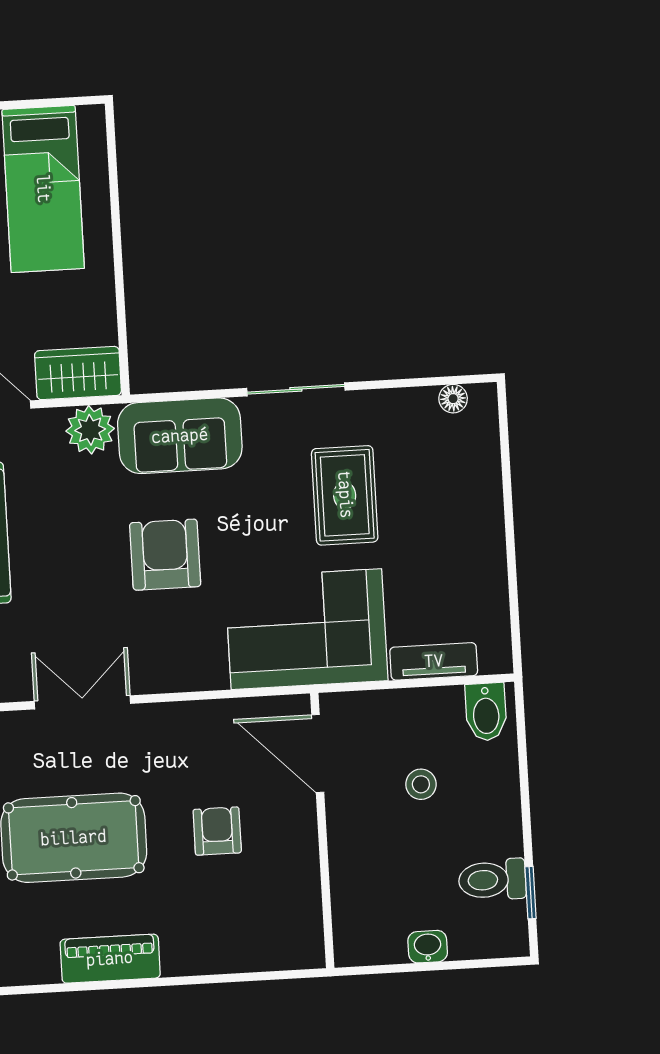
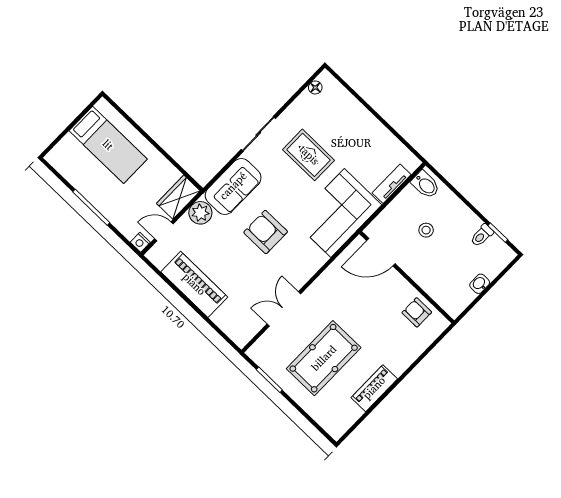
armchair: (217, 831) -> (417, 312), moved
toilet: (492, 880) -> (482, 235), width x0.73, depth x0.72

